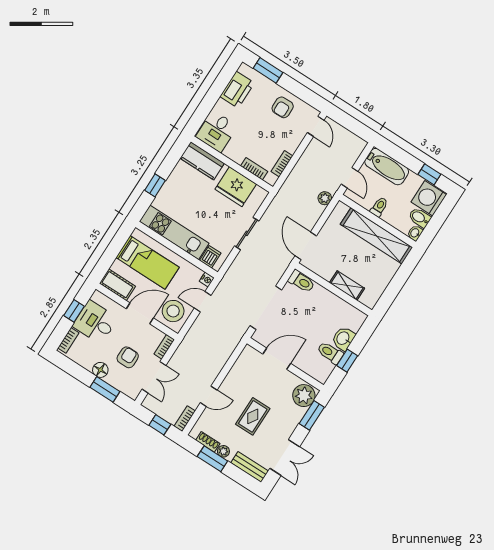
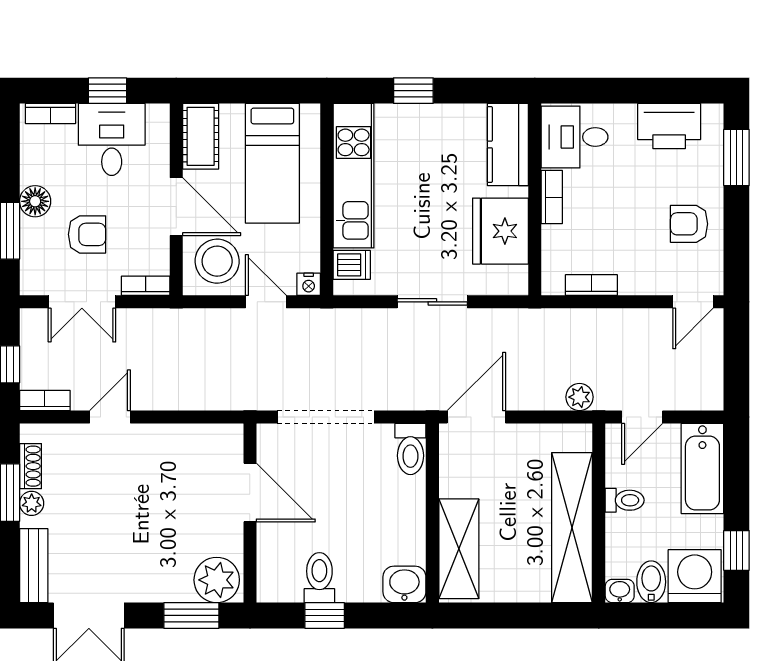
bookcase: (254, 169) -> (552, 197), moved
shelving: (347, 286) -> (459, 549), width x1.50, depth x1.33
washbasin: (343, 338) -> (404, 584), moved
door: (209, 396) -> (110, 417), swing flipped
rug: (253, 416) -> (124, 515), removed

